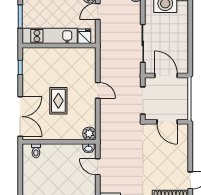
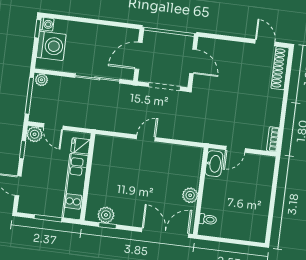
plant: (29, 65) -> (106, 215), added
rug: (58, 101) -> (152, 186), removed
door: (167, 122) -> (193, 61), hinge flipped
plant: (89, 133) -> (190, 195), moved
washbasin: (88, 148) -> (214, 164), width x1.91, depth x1.45

